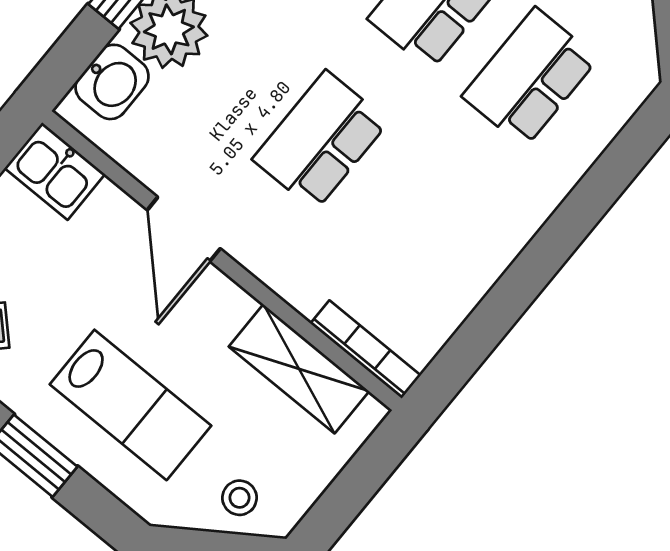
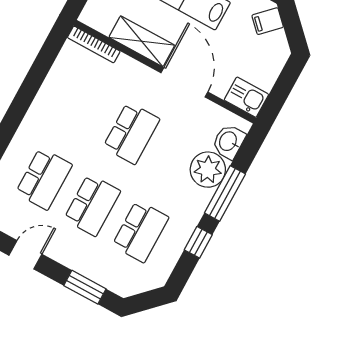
door: (184, 229) -> (184, 82), width x1.36
shelving: (299, 369) -> (142, 41), moved

